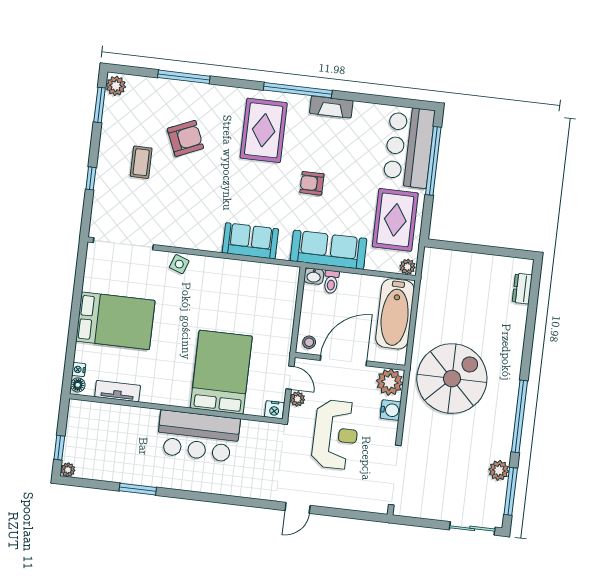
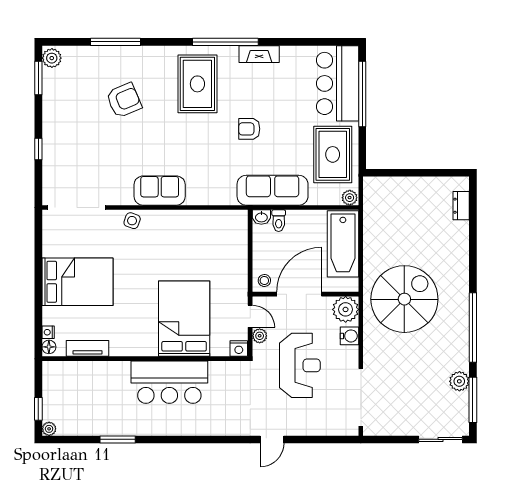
coffee table: (141, 162) -> (84, 128), removed
sofa: (250, 241) -> (160, 191), moved

